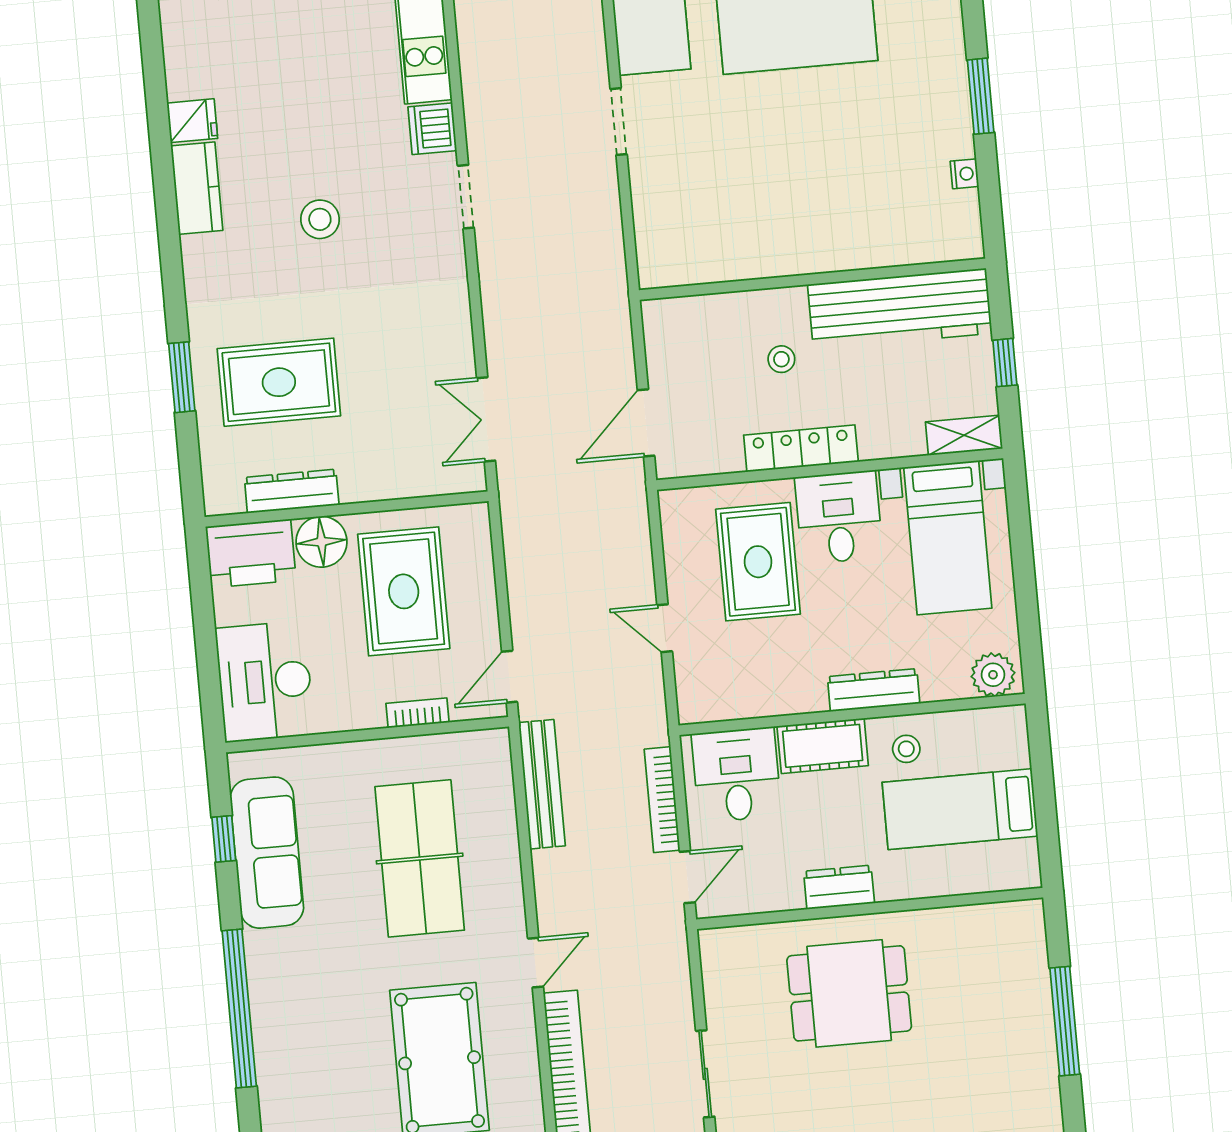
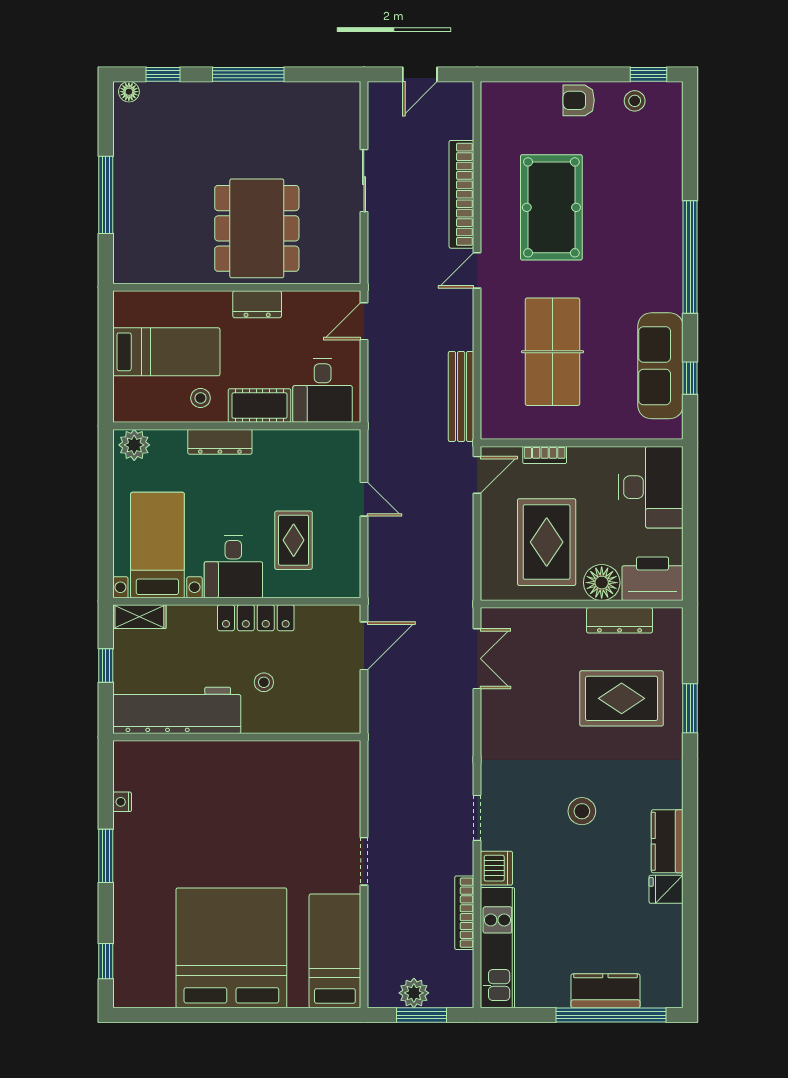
rug: (758, 562) -> (294, 540), width x0.73, depth x0.70
bookcase: (662, 800) -> (464, 913), moved, turned 180
dining table: (849, 993) -> (257, 228), width x1.38

